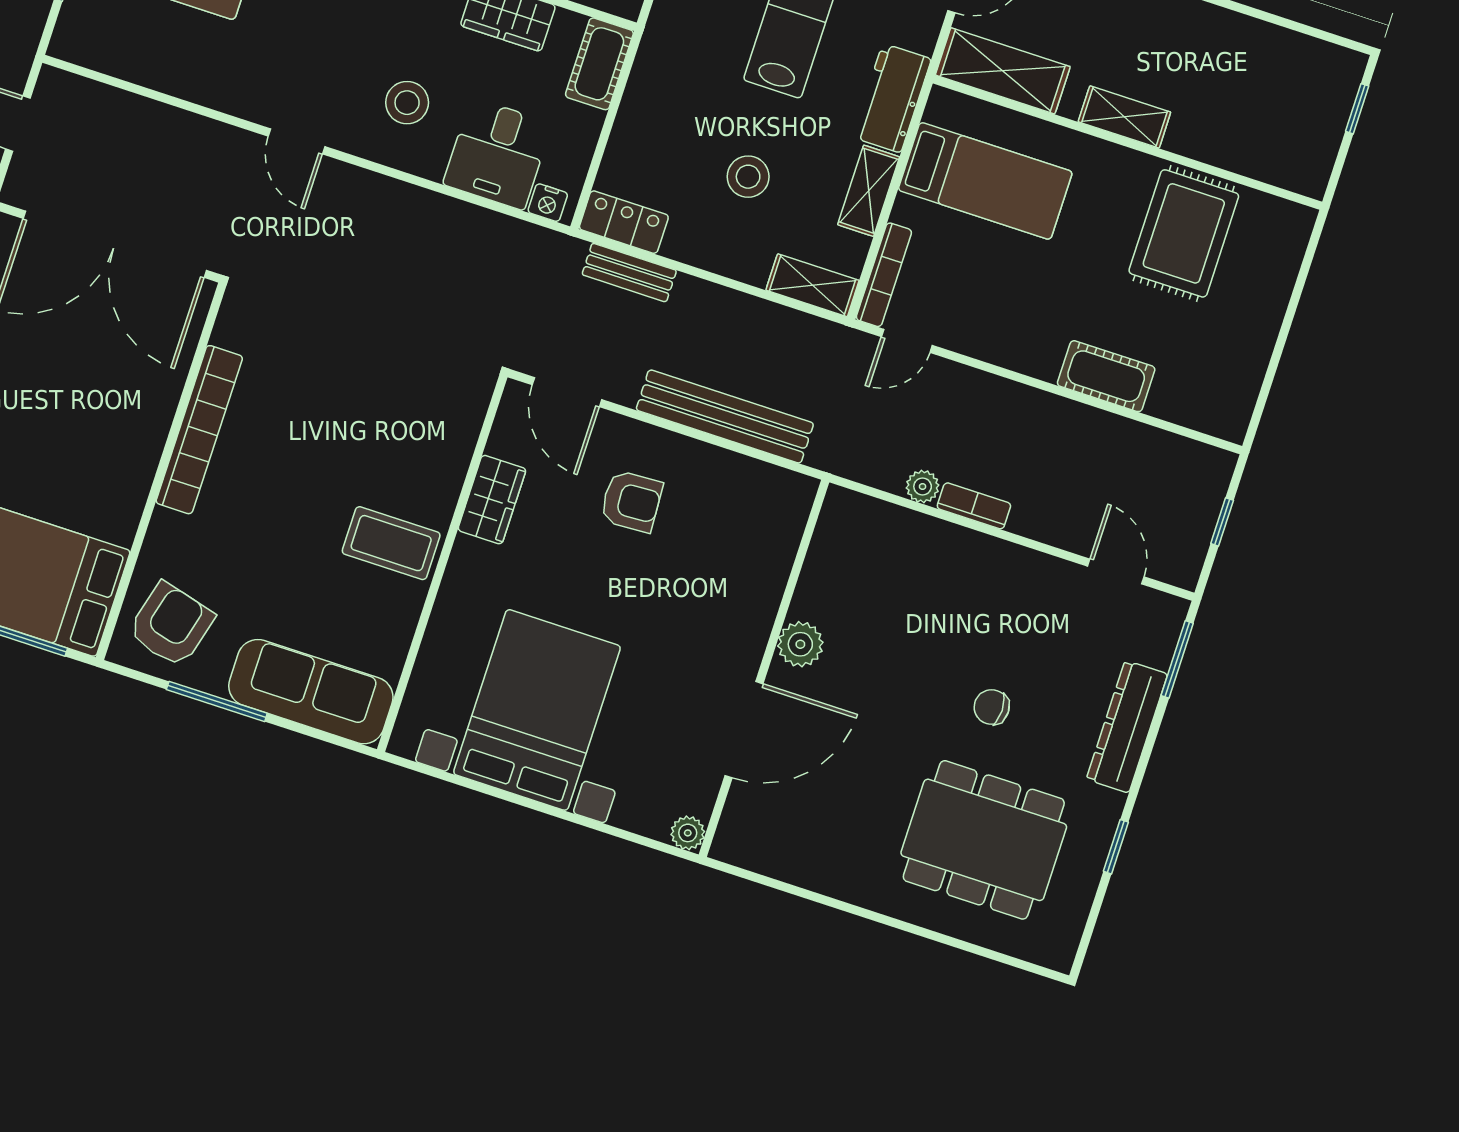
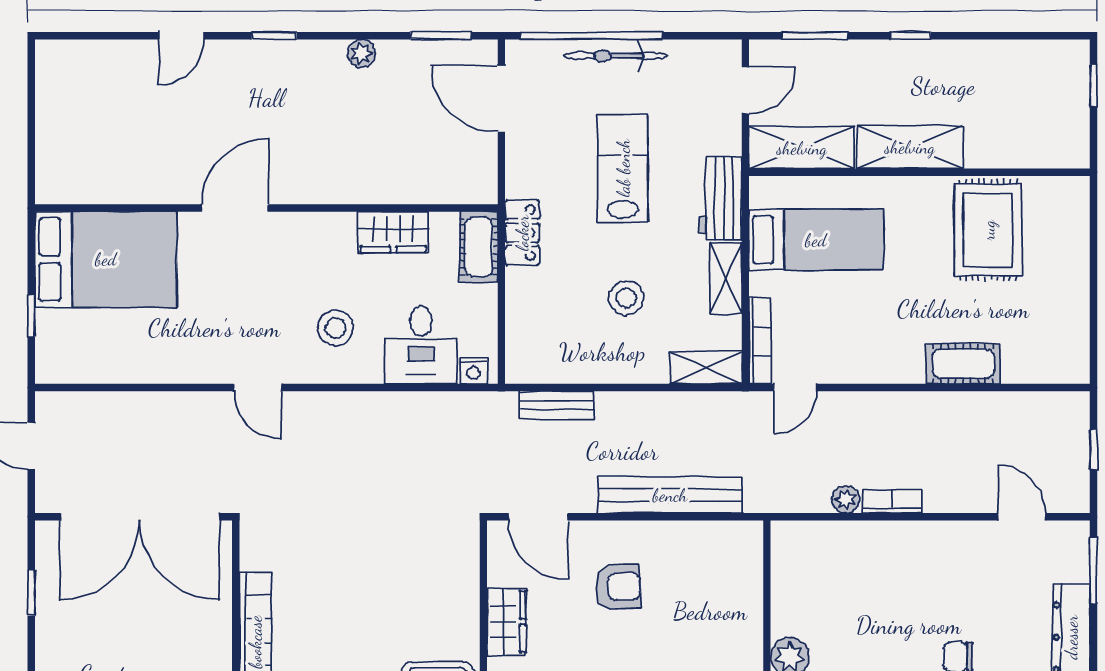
shelving: (1124, 117) -> (910, 147), width x1.50, depth x1.33
locker: (624, 222) -> (522, 233), moved, turned 90

